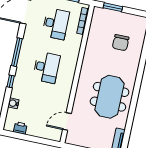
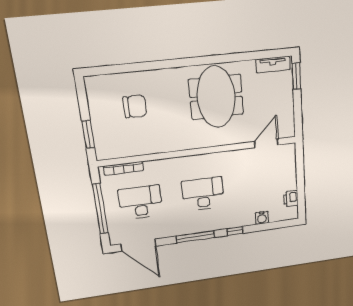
meeting table: (110, 97) -> (216, 97), turned 90
door: (67, 121) -> (266, 143), swing flipped

